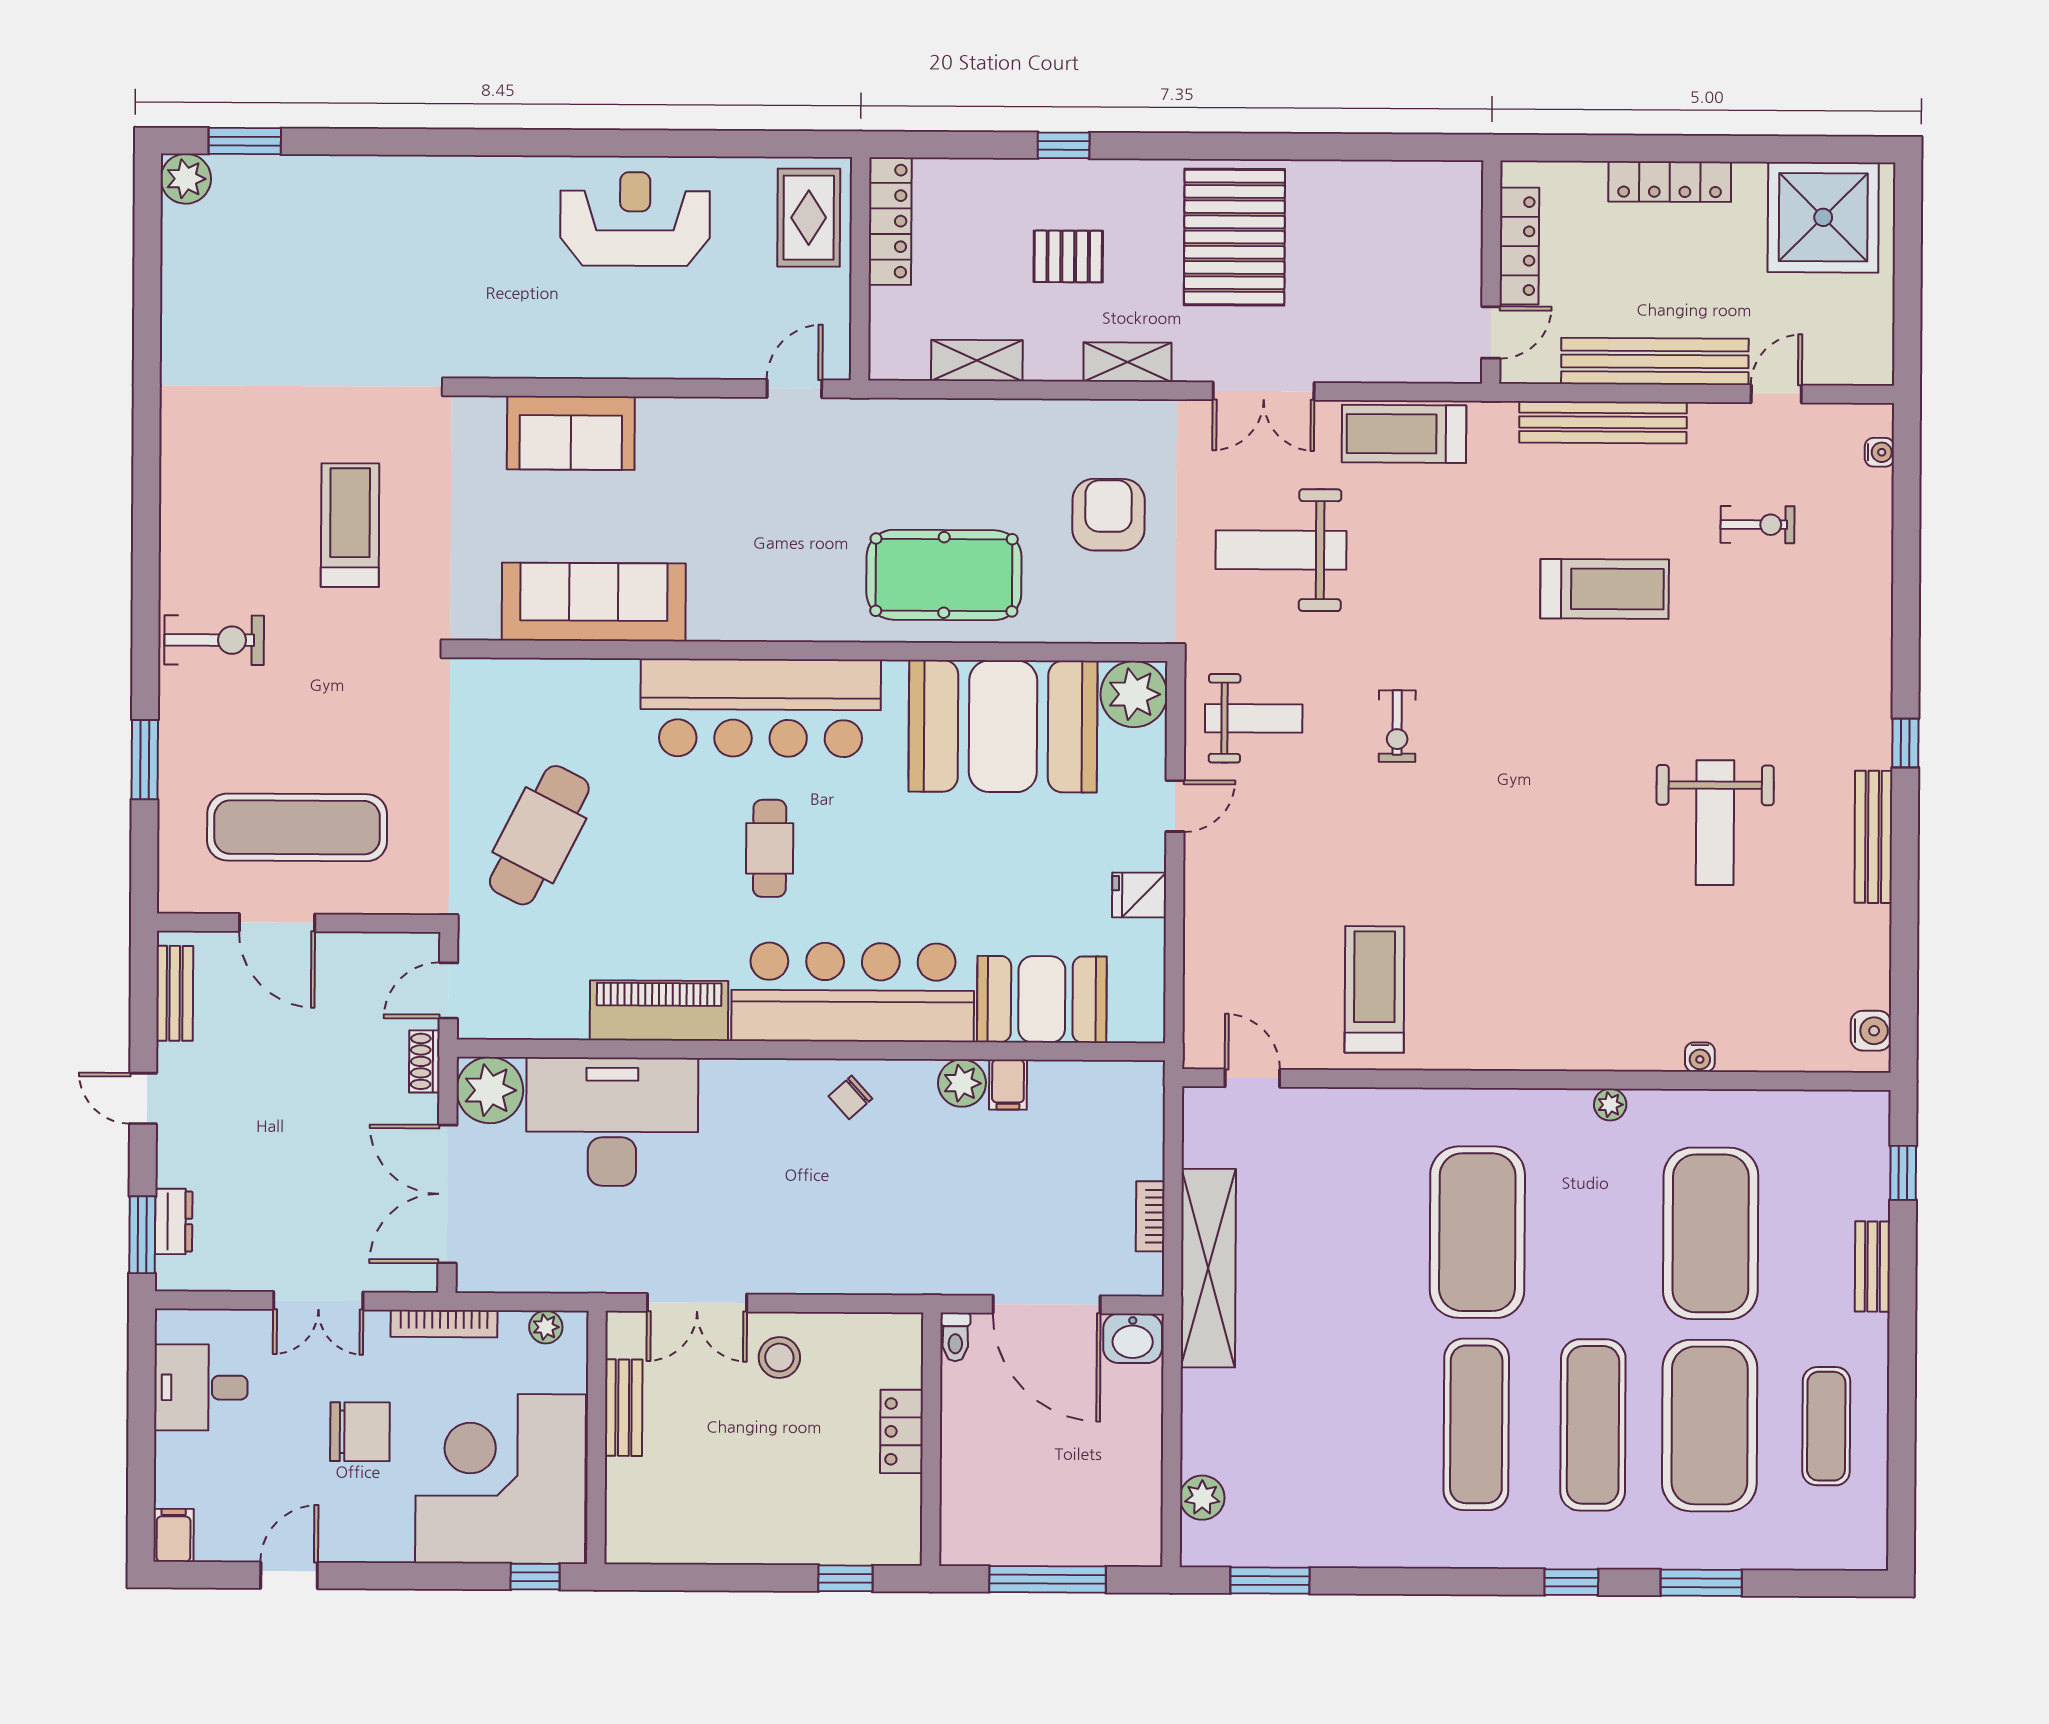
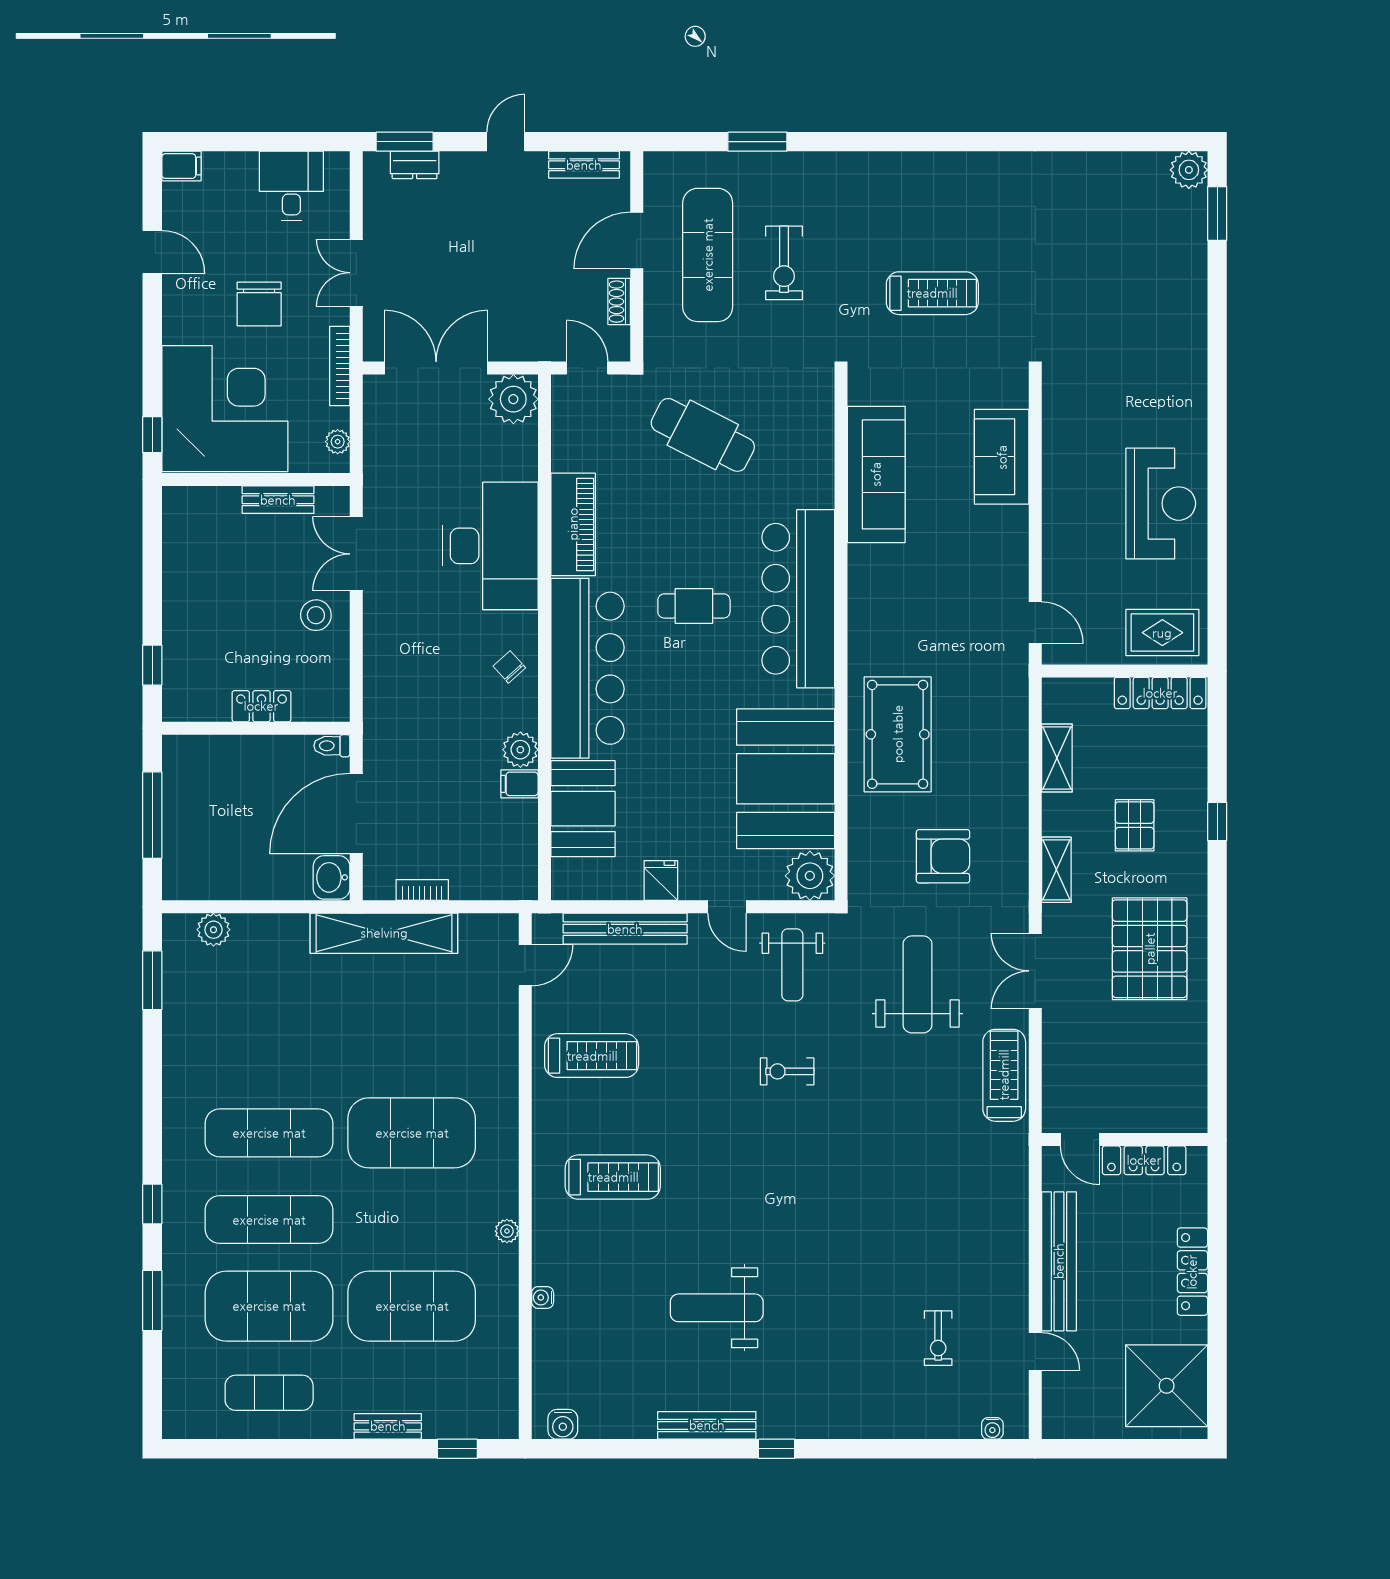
pallet: (1234, 237) -> (1150, 949), turned 90
bench: (1603, 422) -> (625, 929), moved, turned 90
treadmill: (1605, 589) -> (613, 1177), moved, turned -90
exercise bike: (214, 640) -> (784, 263), moved
shoe rack: (424, 1061) -> (619, 302), moved, turned -90
desk: (612, 1122) -> (490, 546), moved

